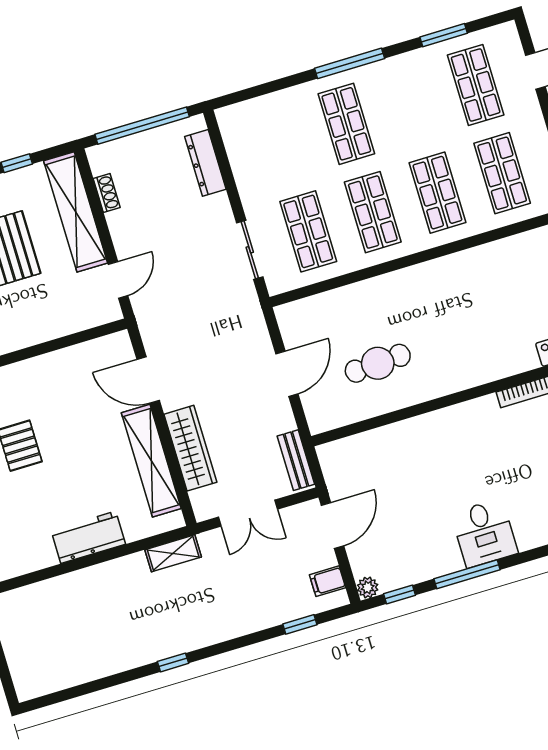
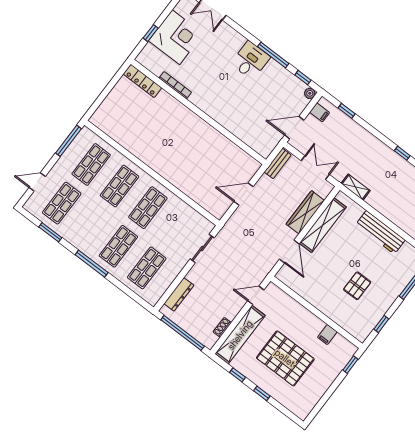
shop shelf: (308, 231) -> (147, 268), moved
cafe table: (378, 363) -> (211, 159), removed
workbench: (88, 537) -> (380, 232), width x1.38

